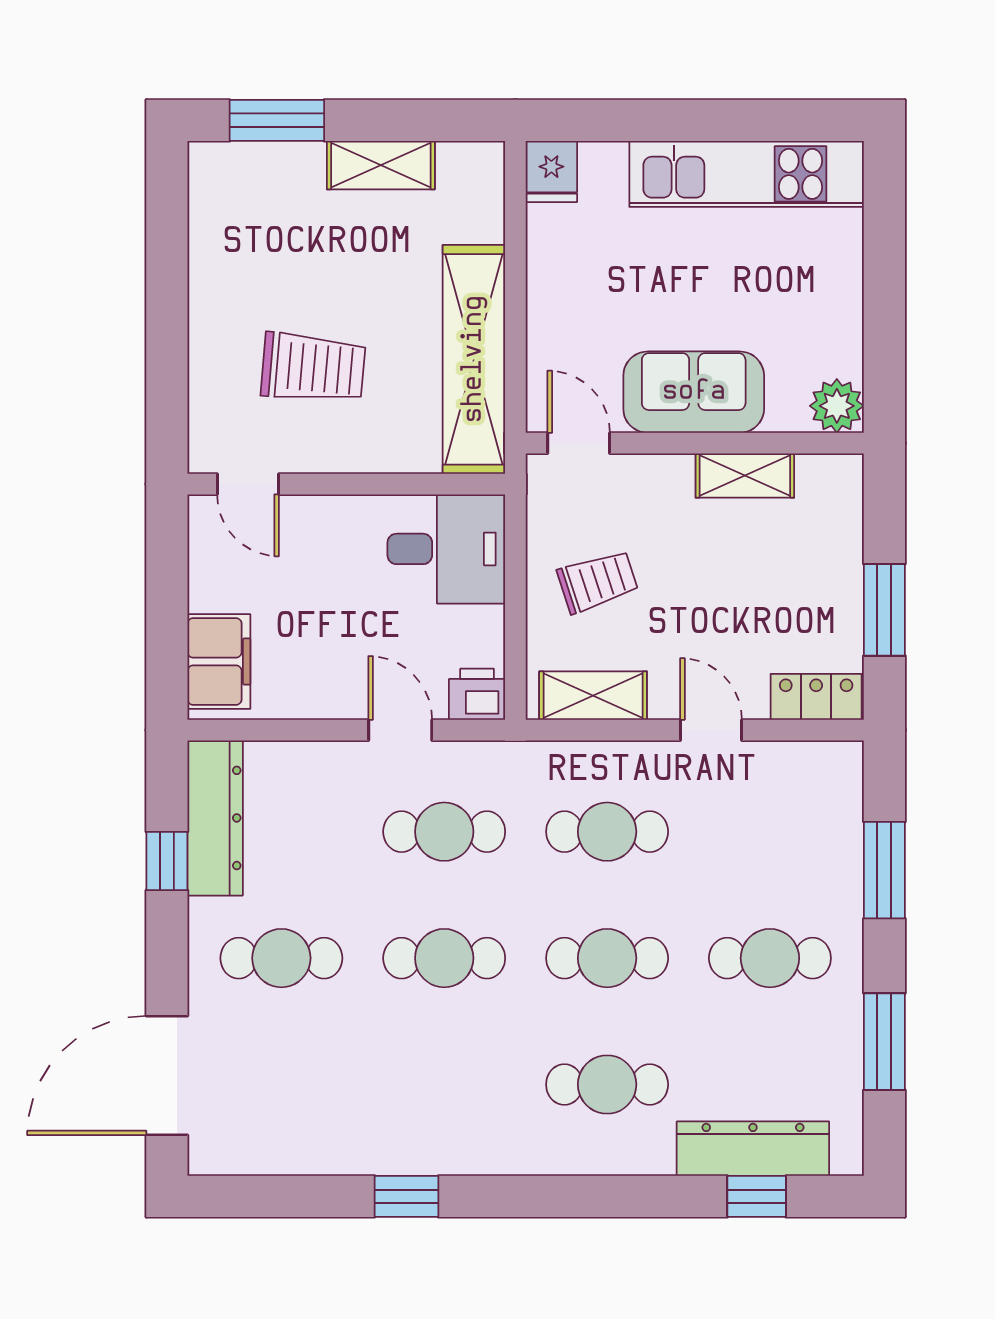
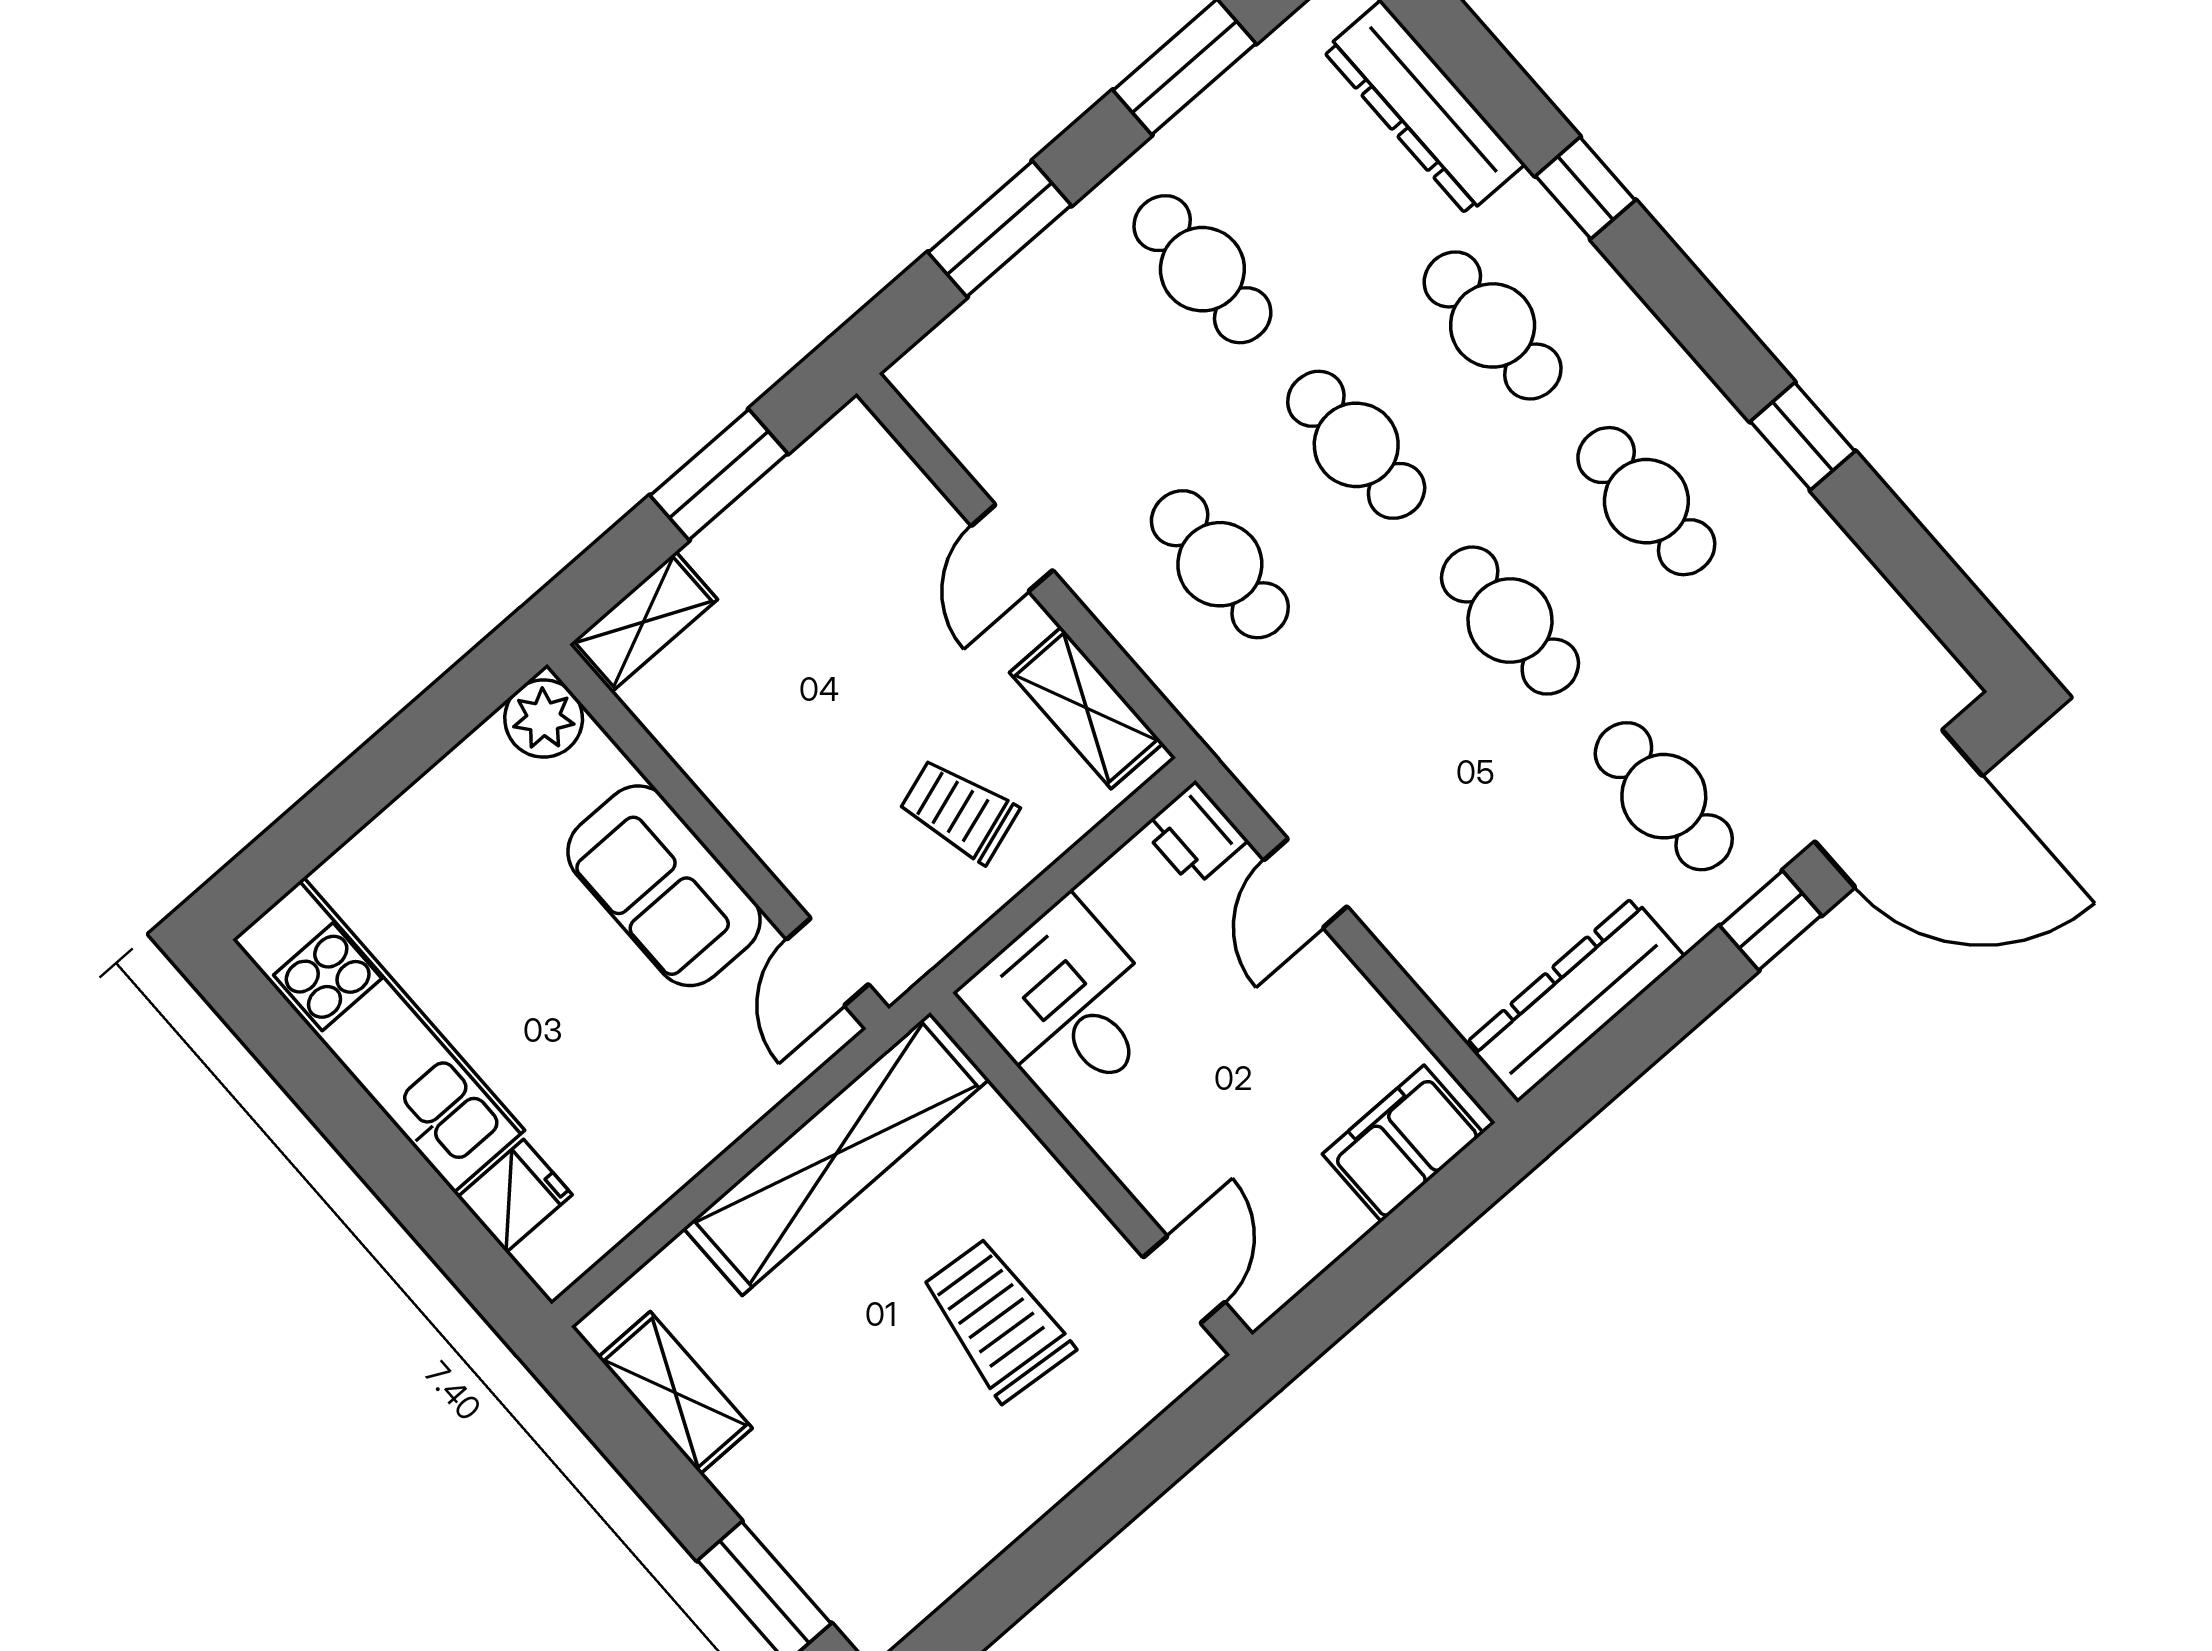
shelving: (381, 165) -> (675, 1393), moved
fridge: (551, 171) -> (515, 1196), moved
shelving: (745, 476) -> (643, 622), moved, turned 90
locker: (816, 697) -> (877, 466), removed
cafe table: (444, 832) -> (1646, 501), moved
window: (167, 861) -> (1771, 921), moved
window: (757, 1196) -> (1585, 188), moved

